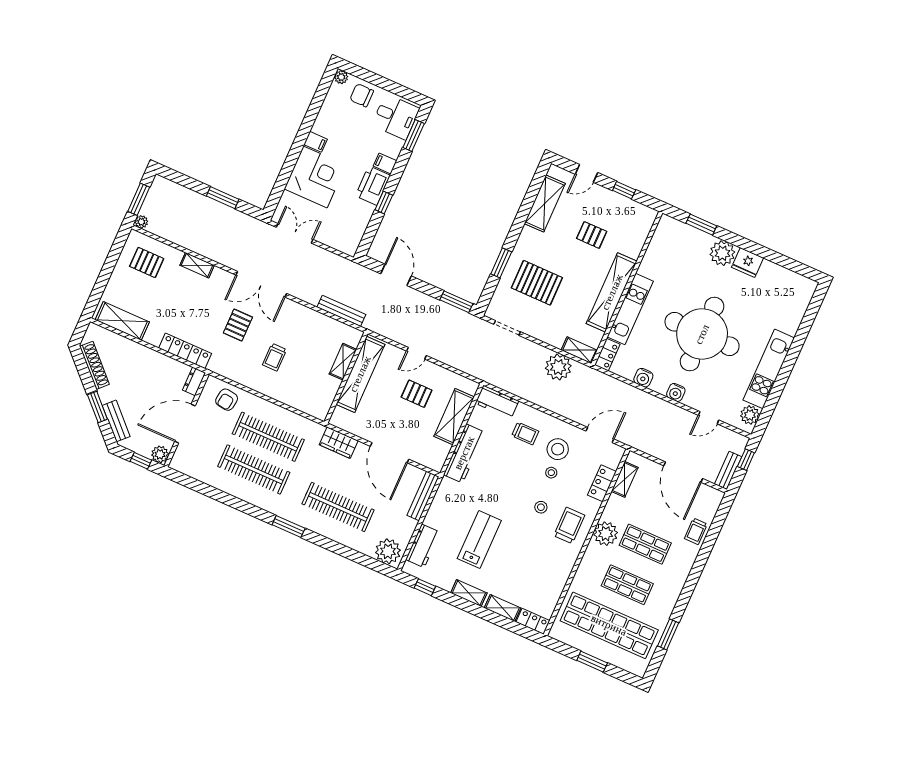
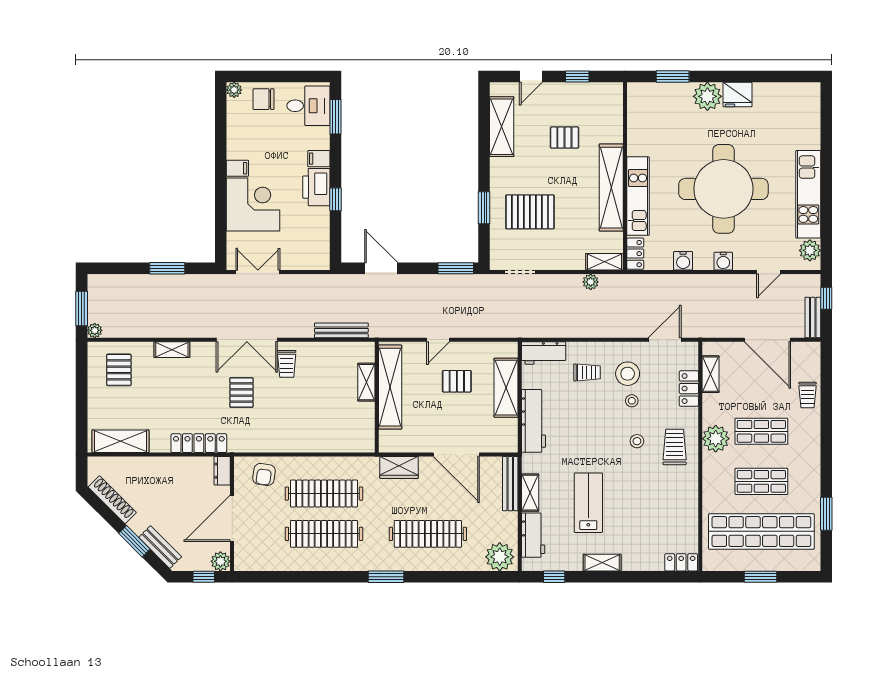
pallet: (147, 262) -> (119, 370), turned 90
trolley: (274, 357) -> (287, 364), moved
plant: (558, 367) -> (591, 282), width x0.53, depth x0.53
shelving: (502, 608) -> (530, 493), moved, turned 90

